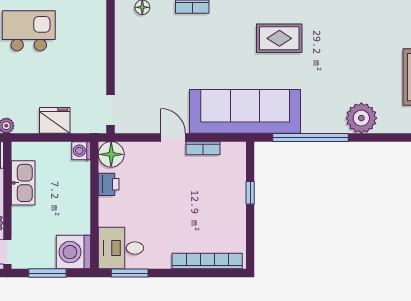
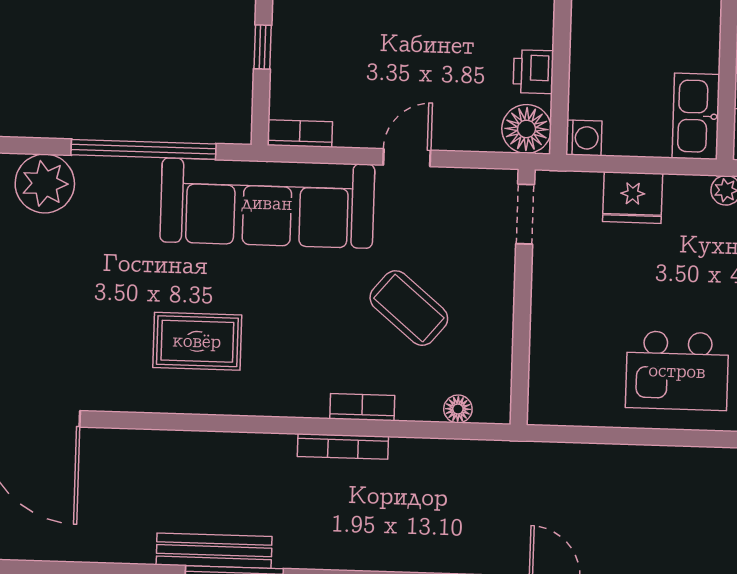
coffee table: (170, 59) -> (409, 308), added
door: (173, 137) -> (407, 158), swing flipped
bookcase: (203, 148) -> (300, 134), moved
kitchen sink: (23, 183) -> (696, 116), moved

